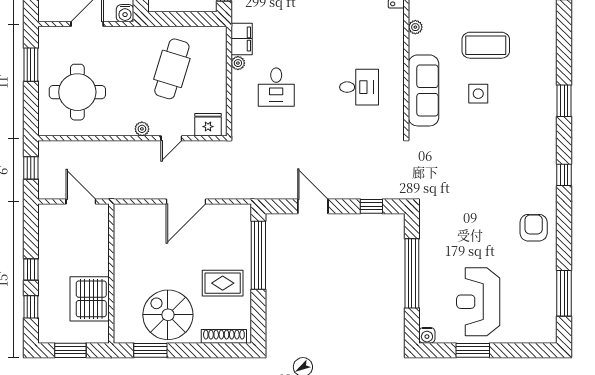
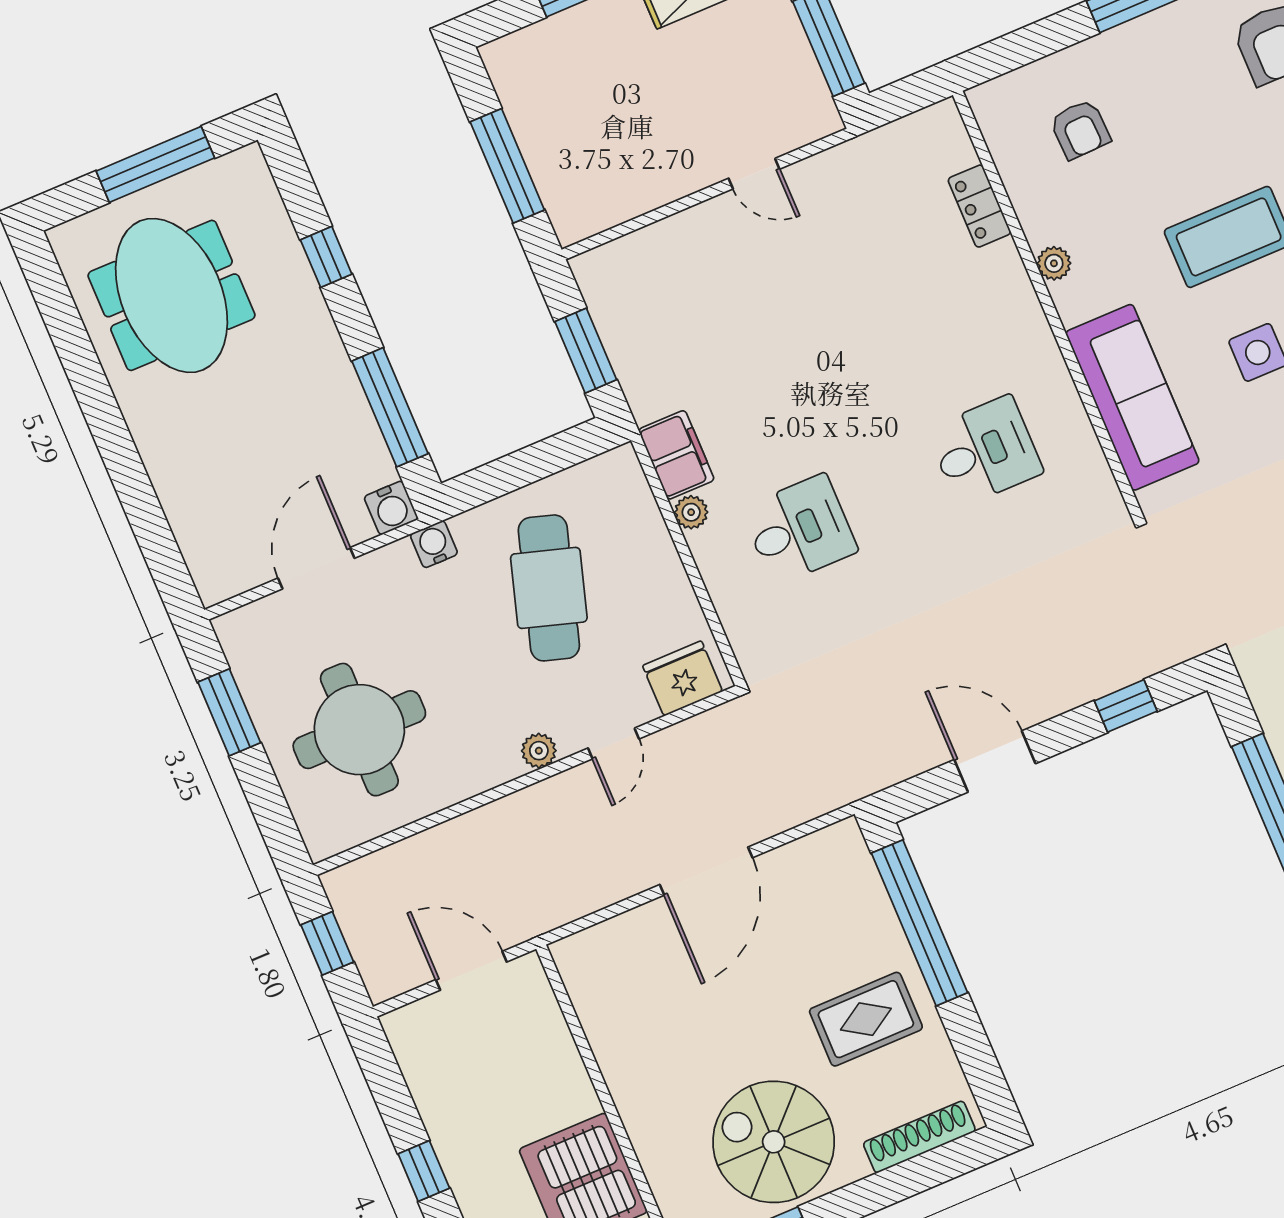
water cooler: (135, 34) -> (434, 544), added
desk: (276, 87) -> (799, 530), turned -90

